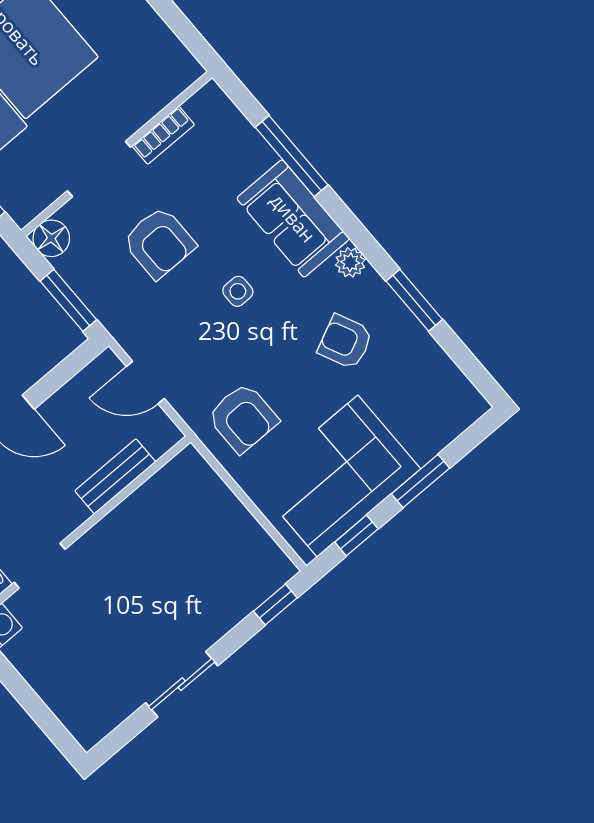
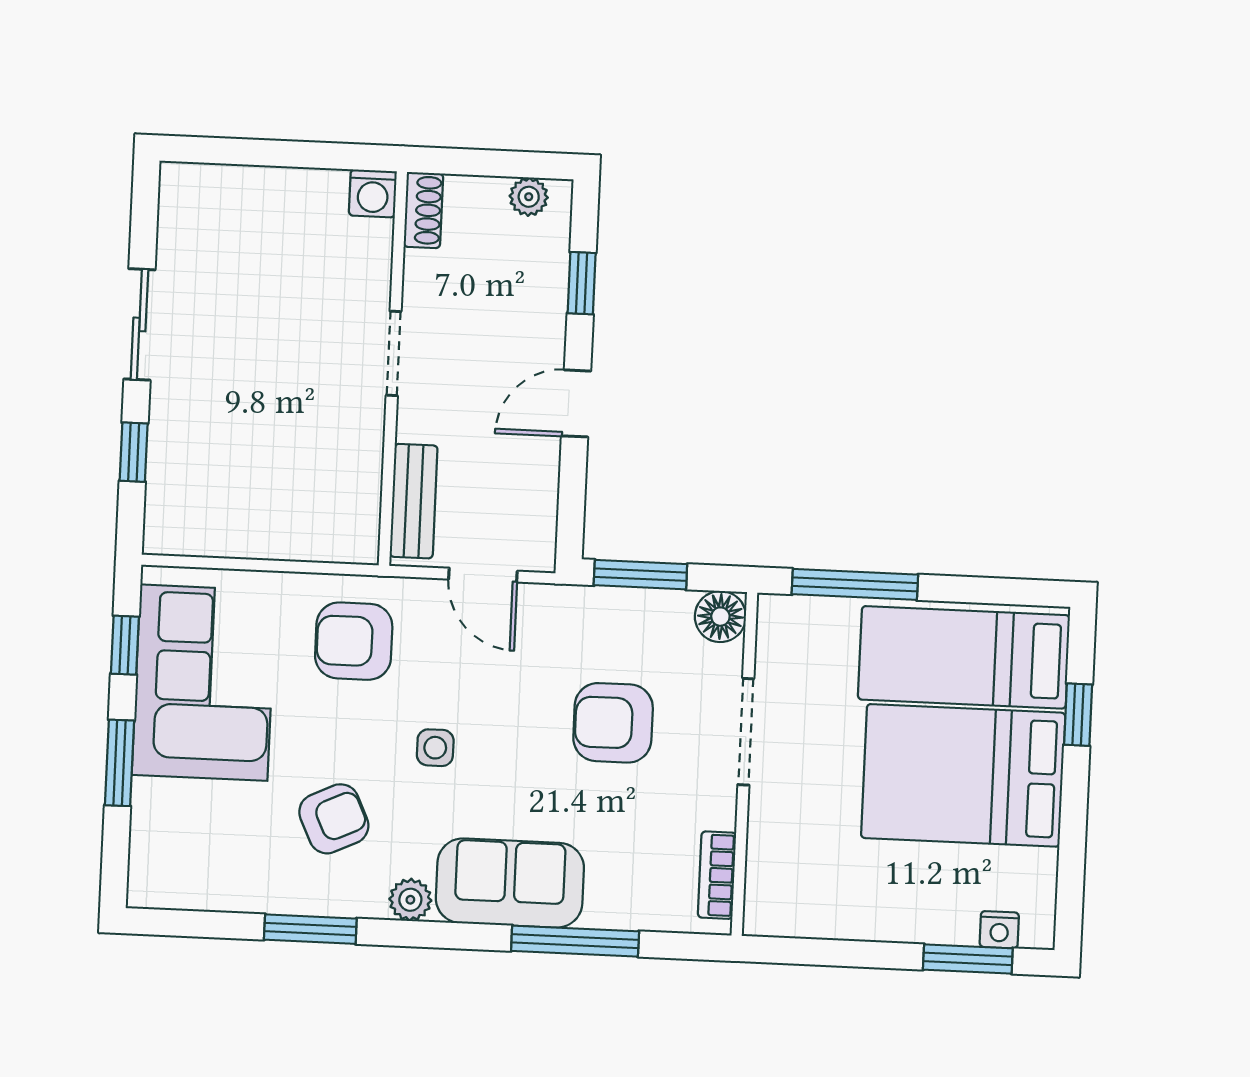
bookcase: (163, 135) -> (717, 875), moved
side table: (238, 291) -> (435, 748), moved
door: (145, 383) -> (483, 575), swing flipped
bench: (115, 476) -> (414, 501), moved
doorway: (40, 566) -> (394, 353), moved
window: (275, 605) -> (134, 452), moved

